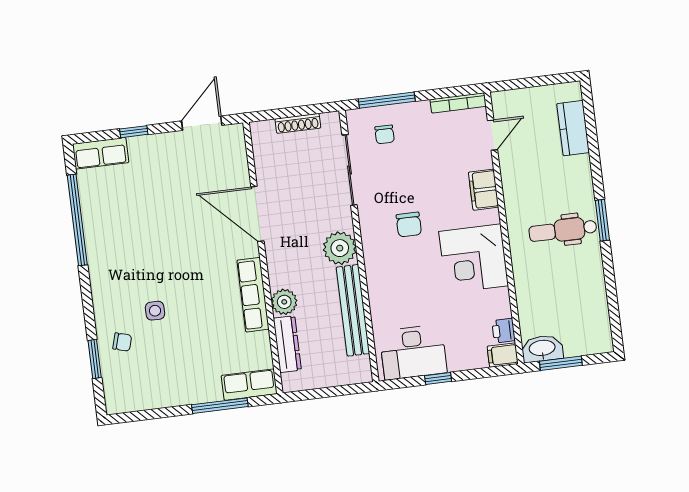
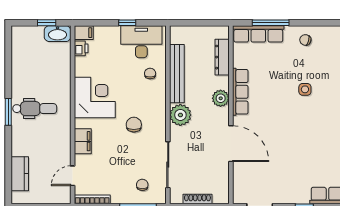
plant: (284, 302) -> (221, 98), moved
chair: (394, 306) -> (150, 73), added
chair: (122, 342) -> (305, 40), moved
window: (561, 363) -> (47, 23), width x0.67
row of seats: (249, 385) -> (258, 34), width x1.48

